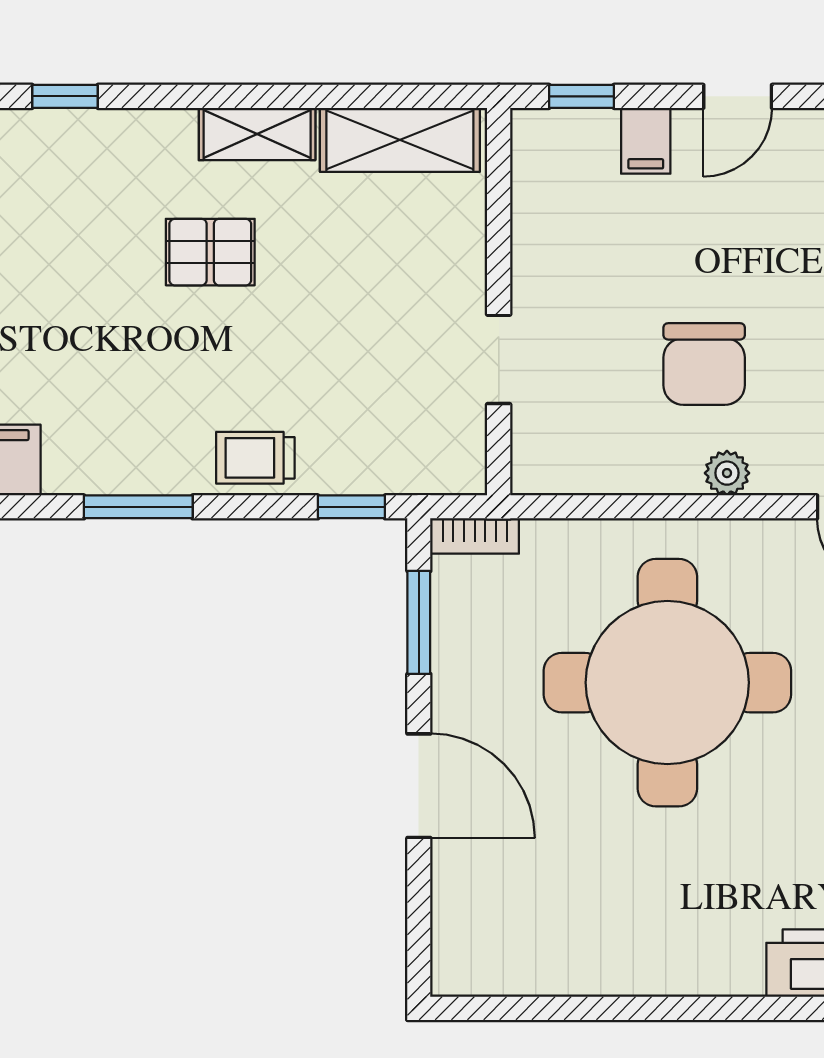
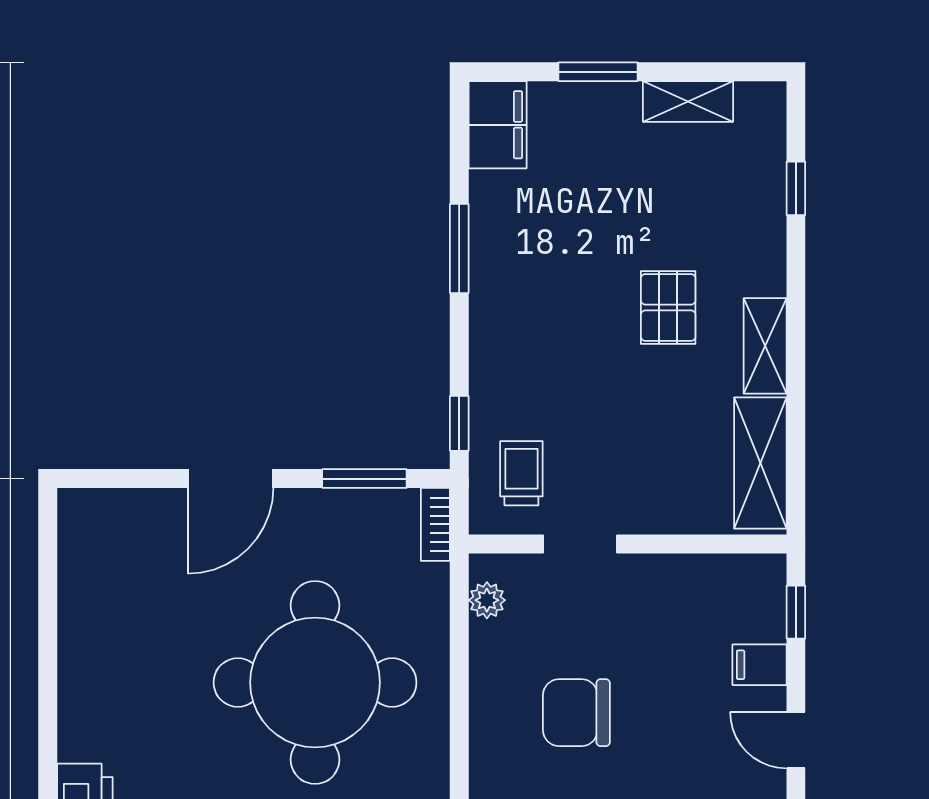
trolley: (255, 458) -> (521, 473), moved
plant: (727, 473) -> (487, 600), moved

